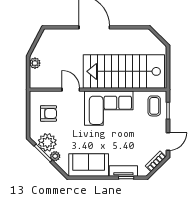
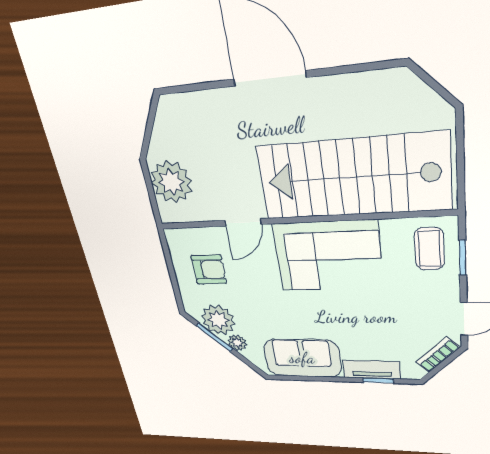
plant: (35, 63) -> (171, 182), width x1.88, depth x1.88
door: (71, 90) -> (243, 222), swing flipped

